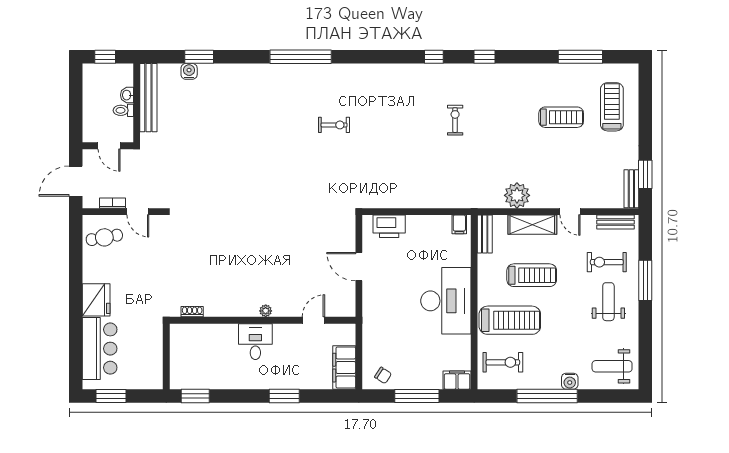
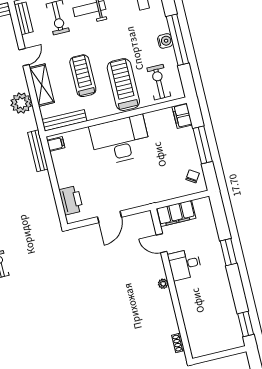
bench: (456, 201) -> (38, 151), added
bench: (485, 234) -> (64, 120), width x1.36
desk: (255, 342) -> (185, 264), moved
filing cabinet: (344, 368) -> (176, 213), moved
water cooler: (570, 381) -> (165, 41), moved

